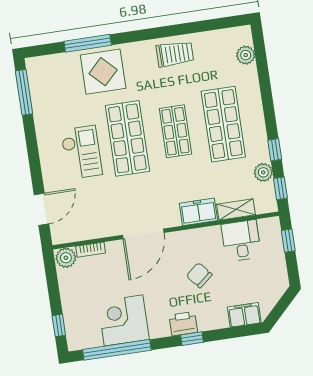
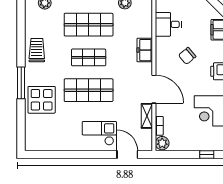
window: (88, 43) -> (21, 83), moved
window: (24, 92) -> (47, 155), removed
checkout: (81, 152) -> (99, 133), moved
shelving: (236, 209) -> (147, 116), moved

